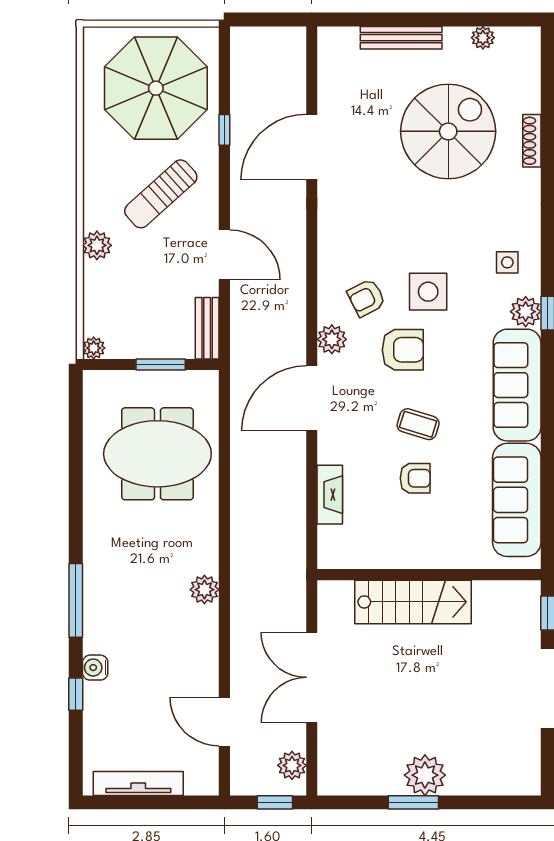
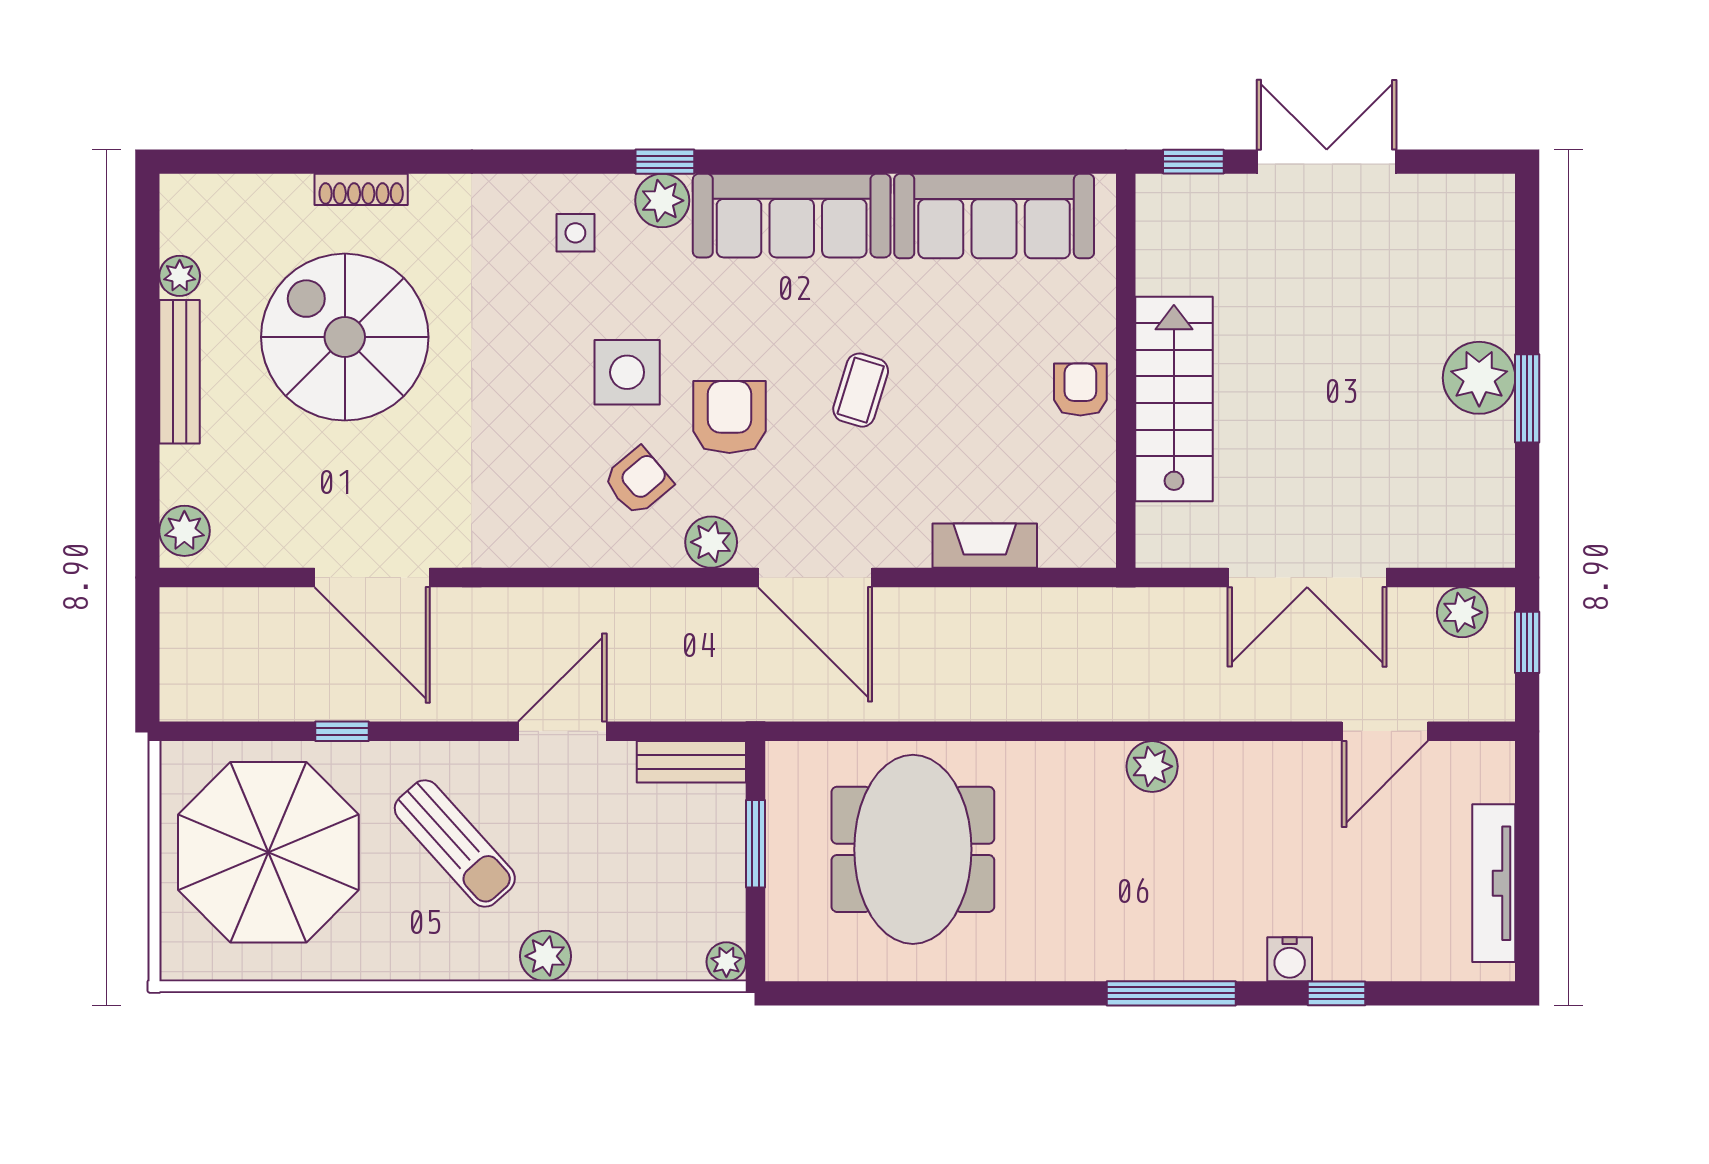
bench: (401, 38) -> (179, 372), moved
plant: (338, 41) -> (184, 531), added
armchair: (366, 298) -> (638, 481), turned -103
armchair: (415, 478) -> (1080, 390), moved

